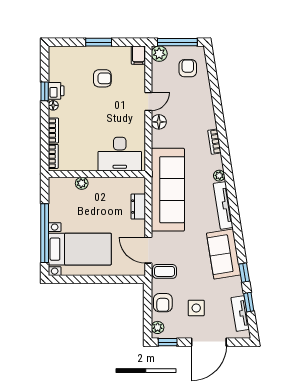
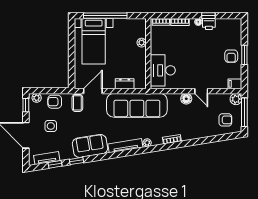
armchair: (102, 78) -> (231, 56), moved

